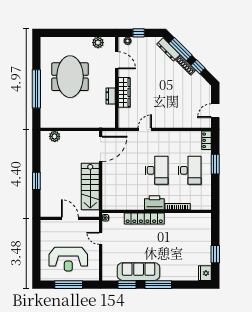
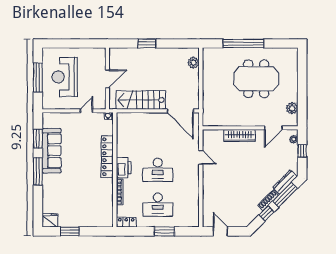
dresser: (111, 96) -> (236, 121), removed
locker: (207, 140) -> (126, 222), moved

